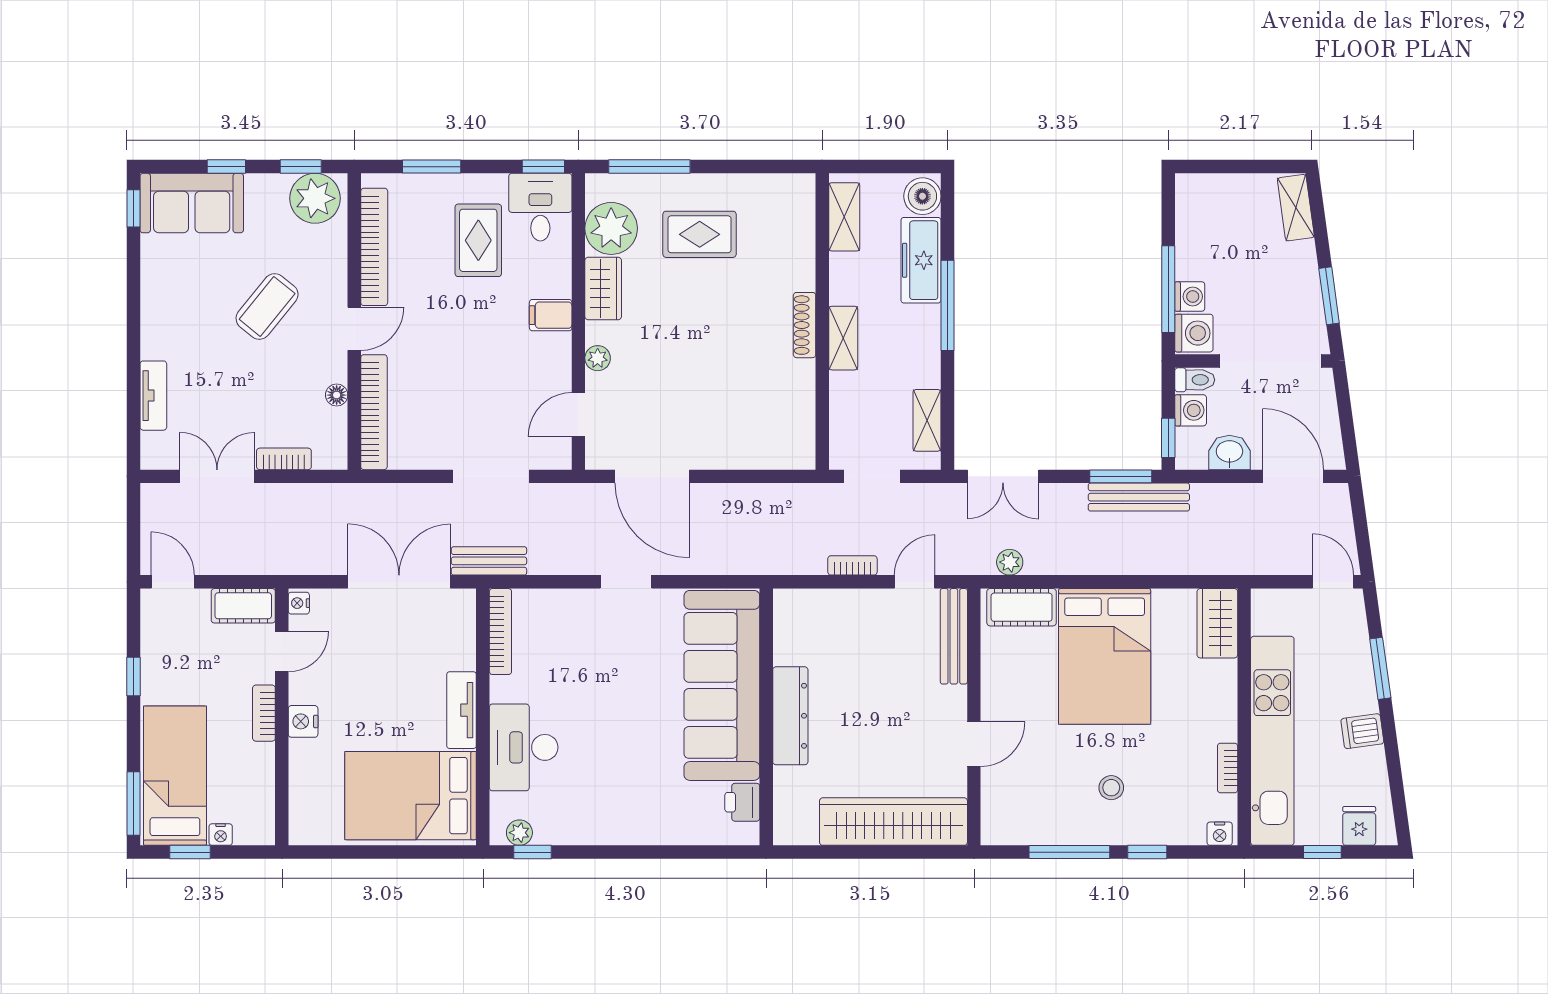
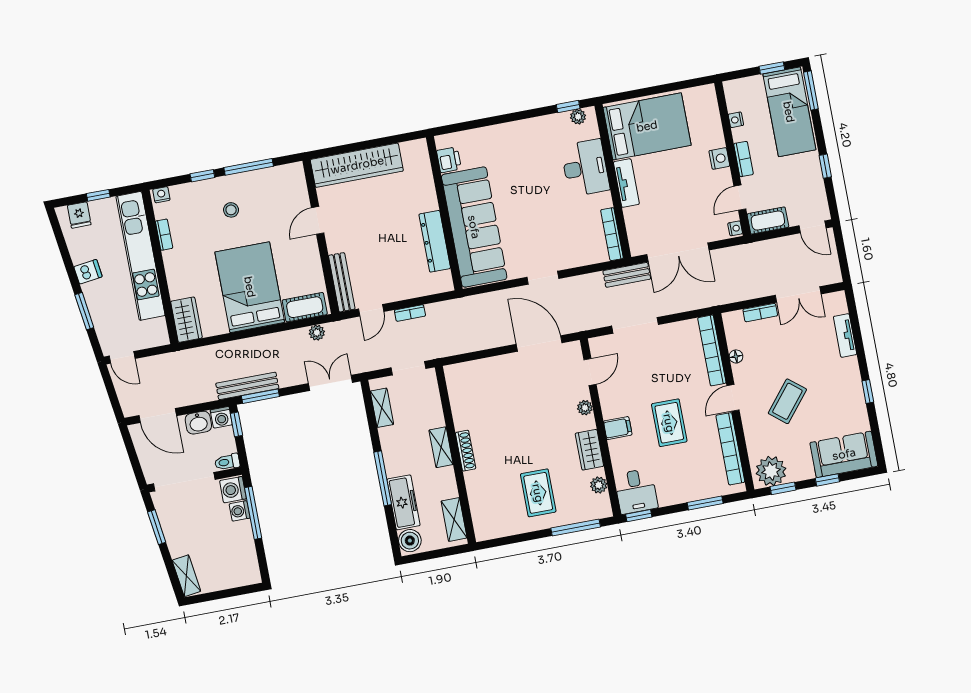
window: (133, 208) -> (868, 391), moved
plant: (611, 228) -> (599, 485), width x0.53, depth x0.53
rug: (700, 234) -> (538, 493), turned 90
rug: (478, 240) -> (669, 423), moved
washing machine: (1191, 410) -> (221, 417), moved, turned -90
dresser: (790, 716) -> (435, 241), moved
nightstand: (221, 835) -> (736, 120), moved, turned -90

